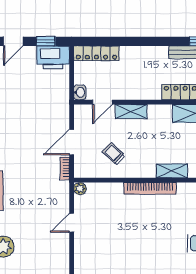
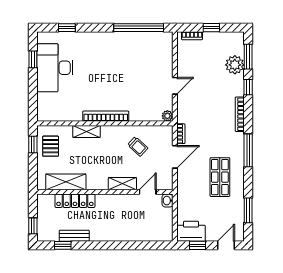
locker: (96, 53) -> (153, 235), removed
shop shelf: (20, 119) -> (220, 177), added

